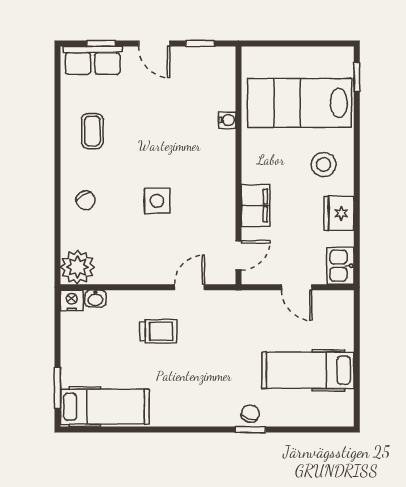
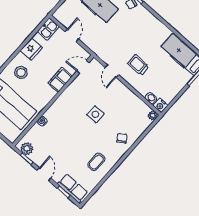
plant: (214, 59) -> (27, 148), added
plant: (78, 267) -> (153, 116), width x0.53, depth x0.53
door: (190, 287) -> (112, 71), hinge flipped

